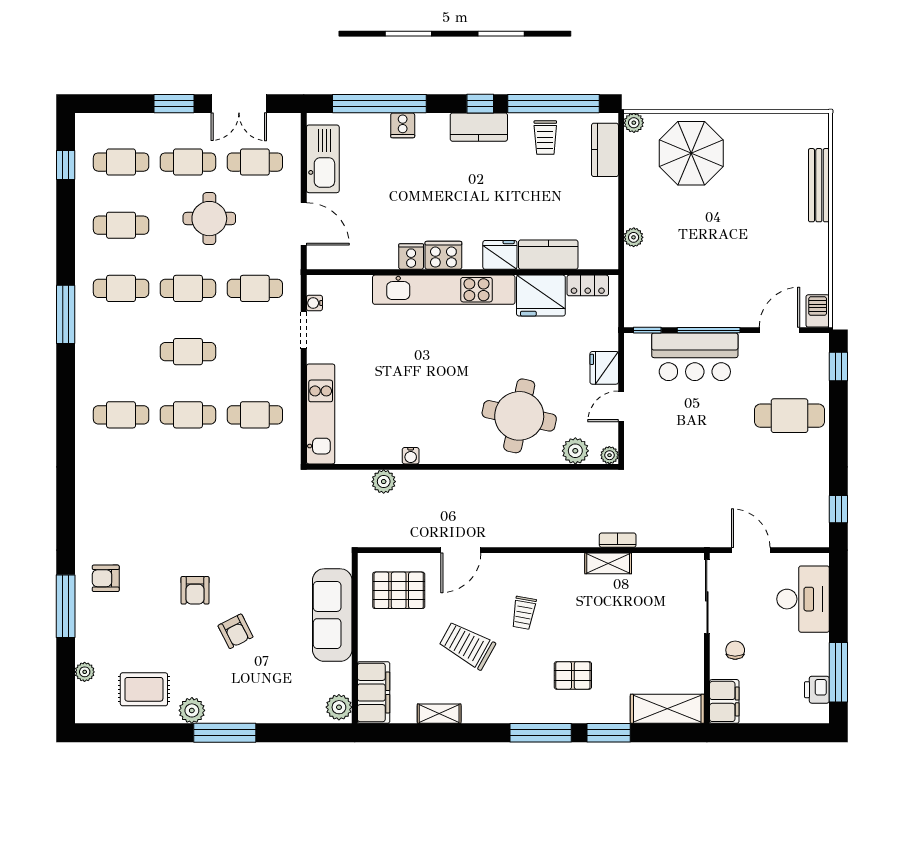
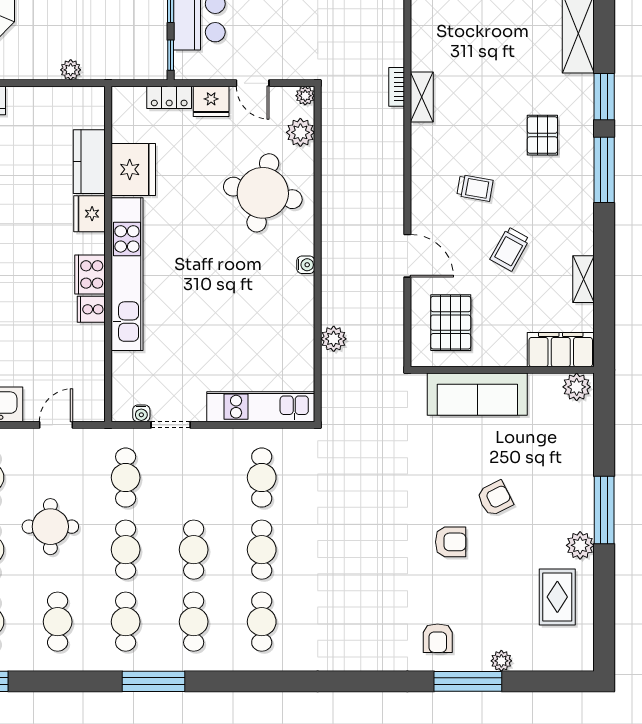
door: (304, 224) -> (56, 425), width x0.73
locker: (588, 285) -> (169, 97), moved, turned 90
cafe table: (121, 352) -> (194, 622), added
water cooler: (411, 456) -> (306, 265), moved
trolley: (467, 645) -> (510, 249), width x0.73, depth x0.72
plant: (85, 672) -> (501, 661), moved

